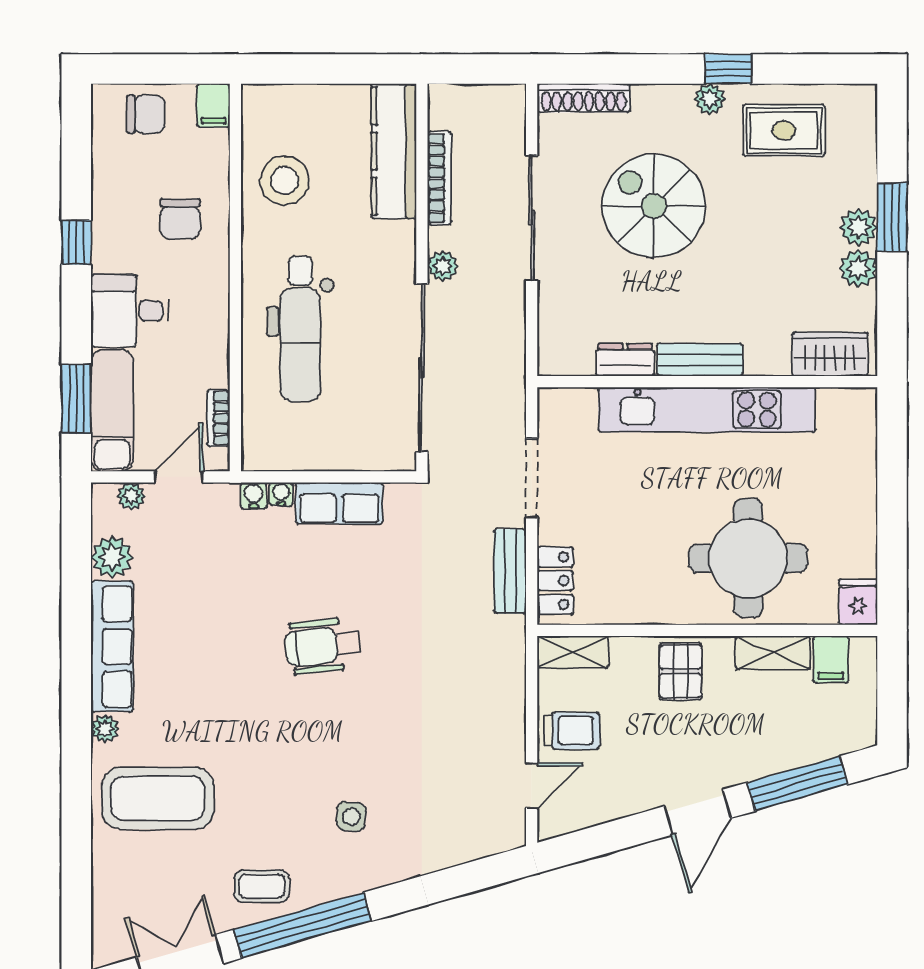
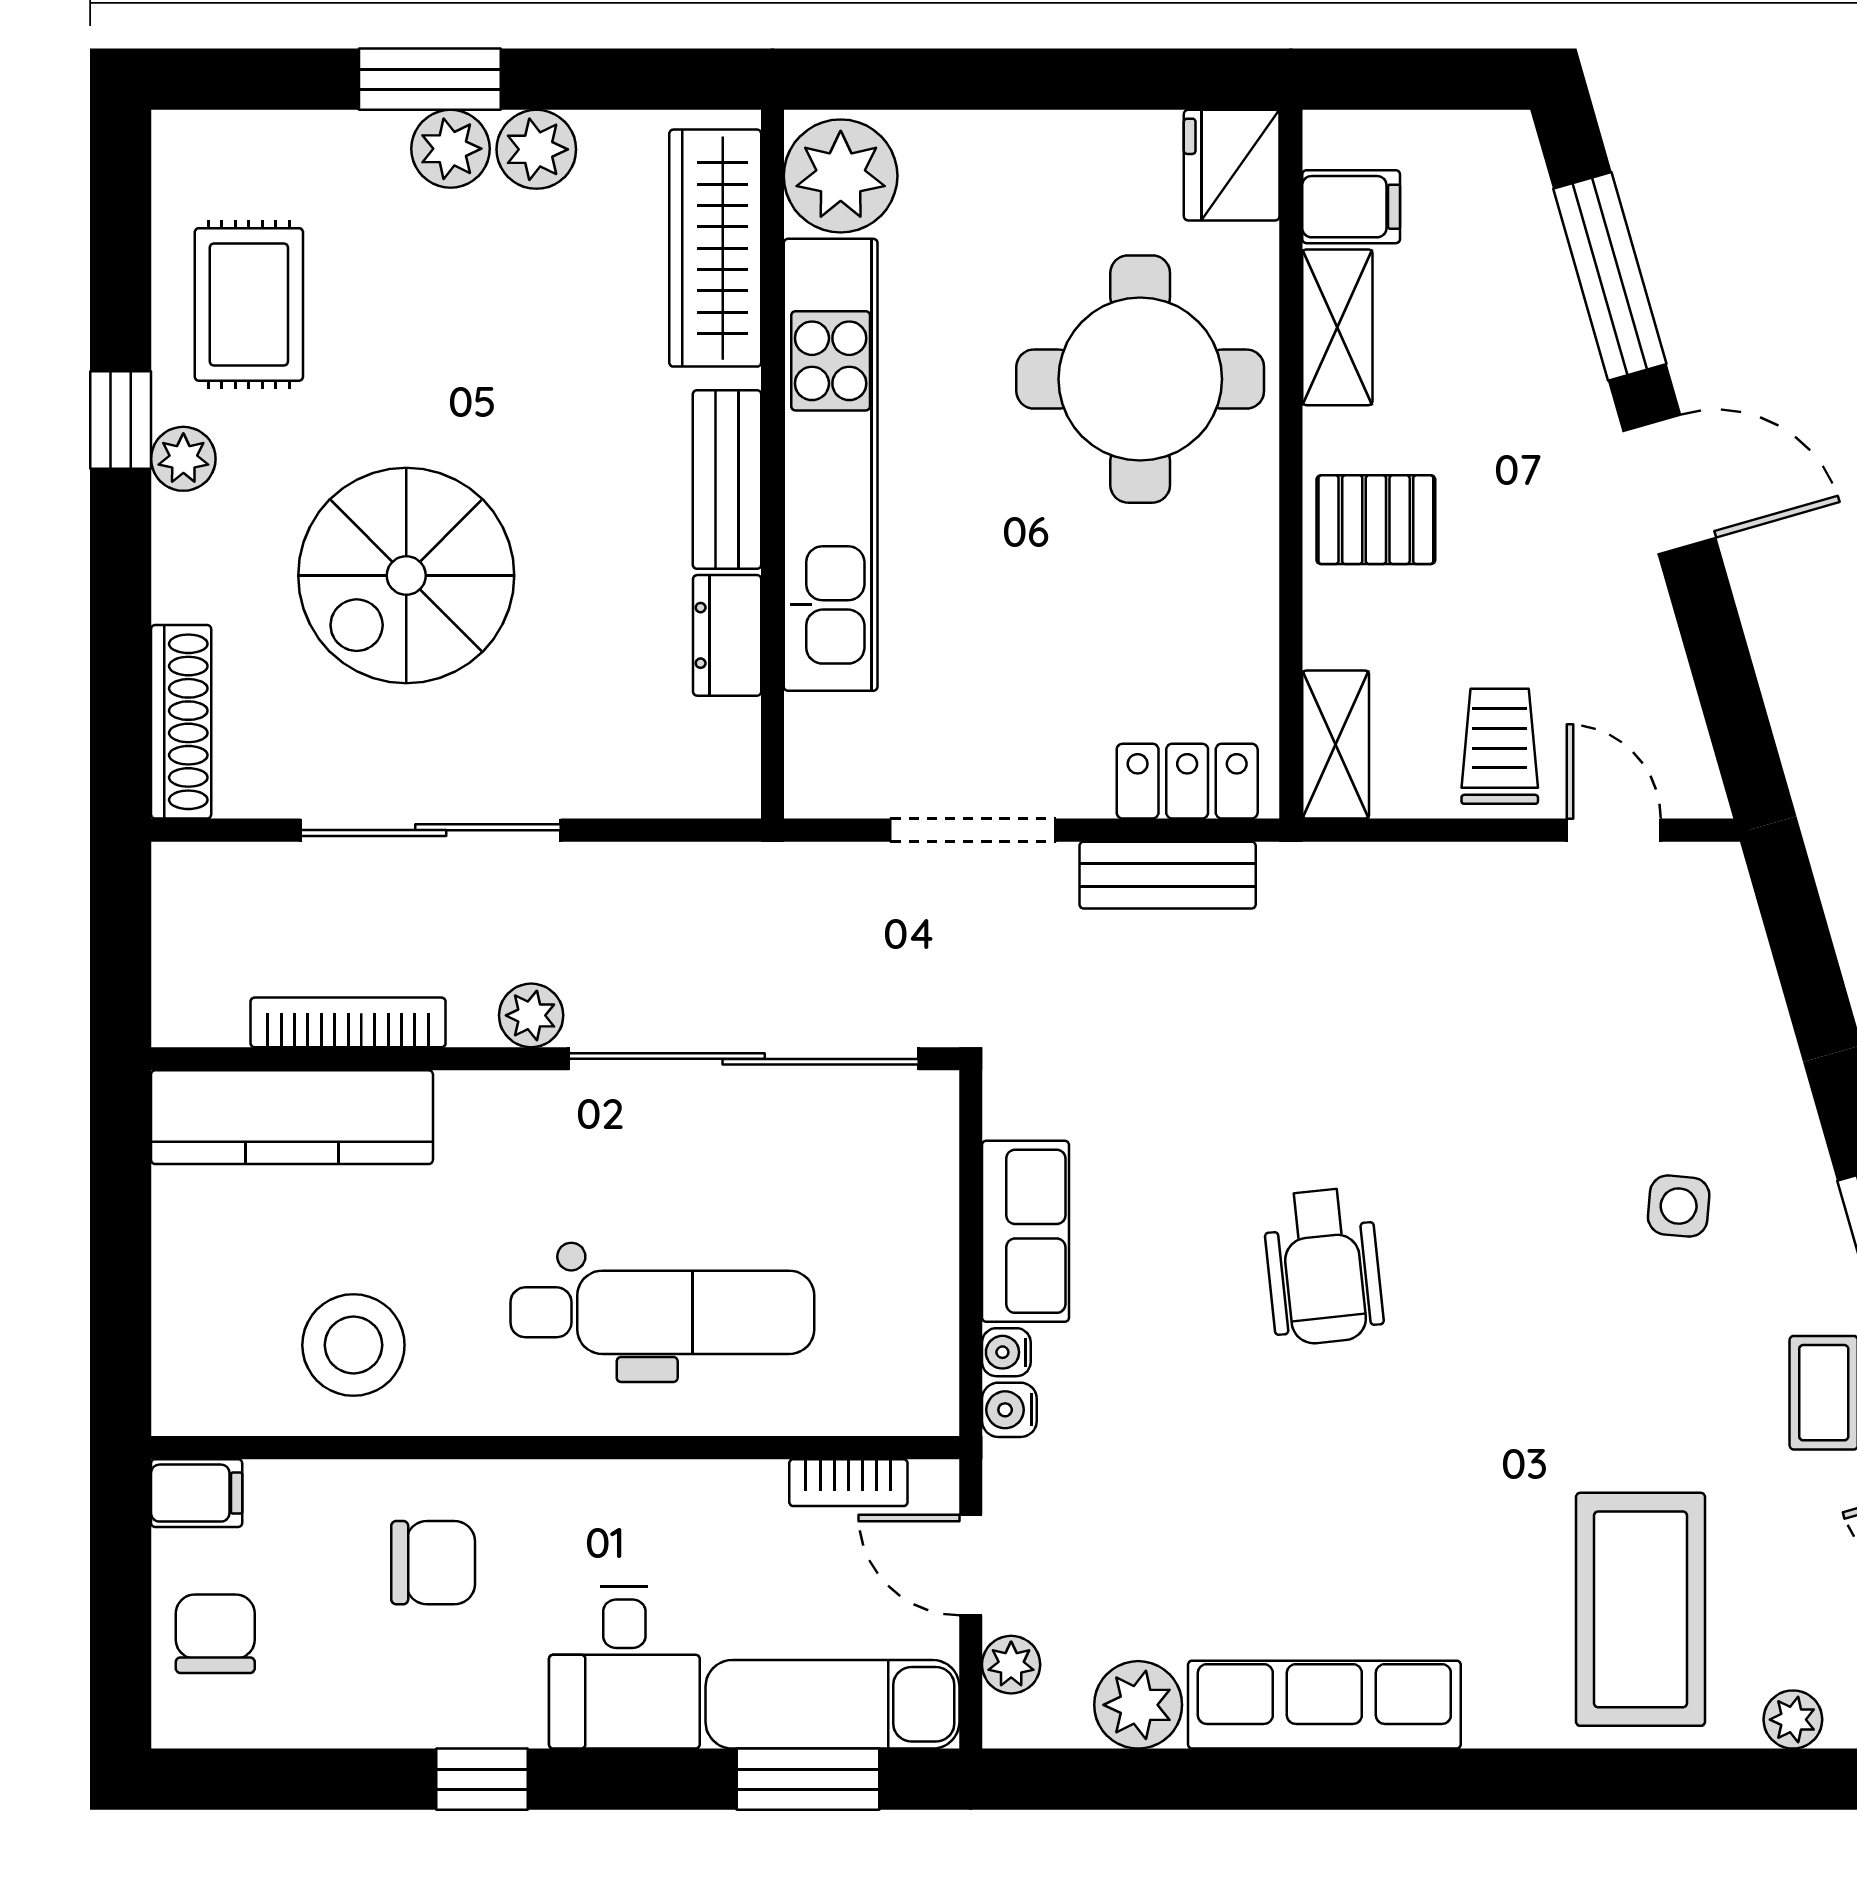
wardrobe: (830, 354) -> (715, 248), width x1.50
plant: (846, 414) -> (841, 176), added
fridge: (858, 602) -> (1232, 165), width x1.38
plant: (105, 729) -> (1793, 1720), moved

